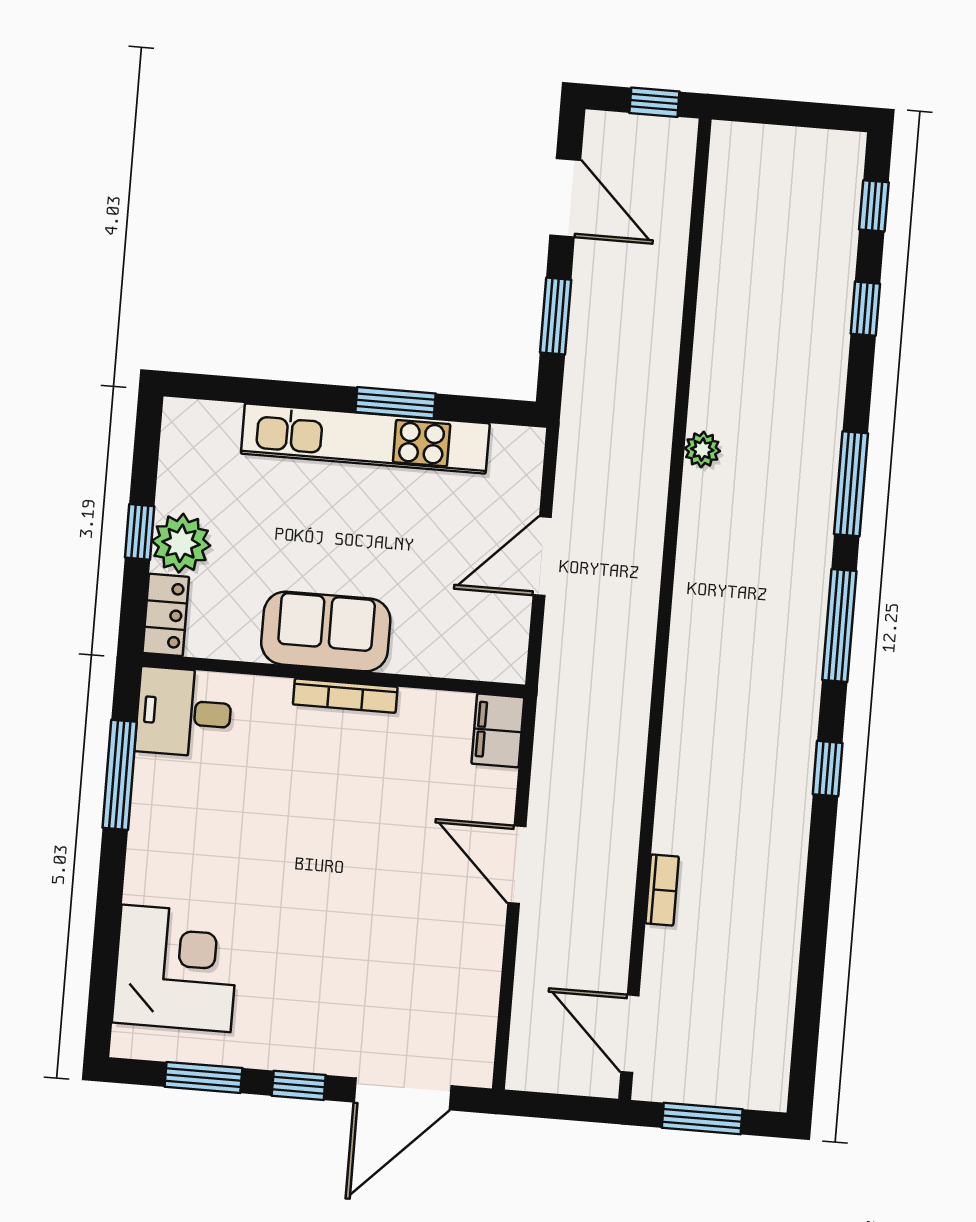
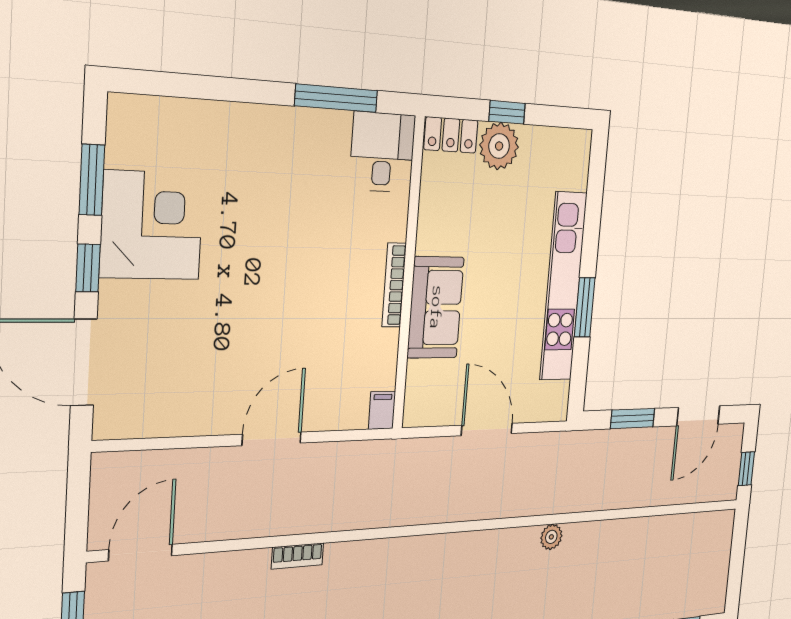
sofa: (326, 631) -> (436, 308), moved
filing cabinet: (498, 730) -> (382, 410), width x0.50
bookcase: (662, 890) -> (297, 556), moved
corner desk: (176, 968) -> (152, 225), moved, turned -90

